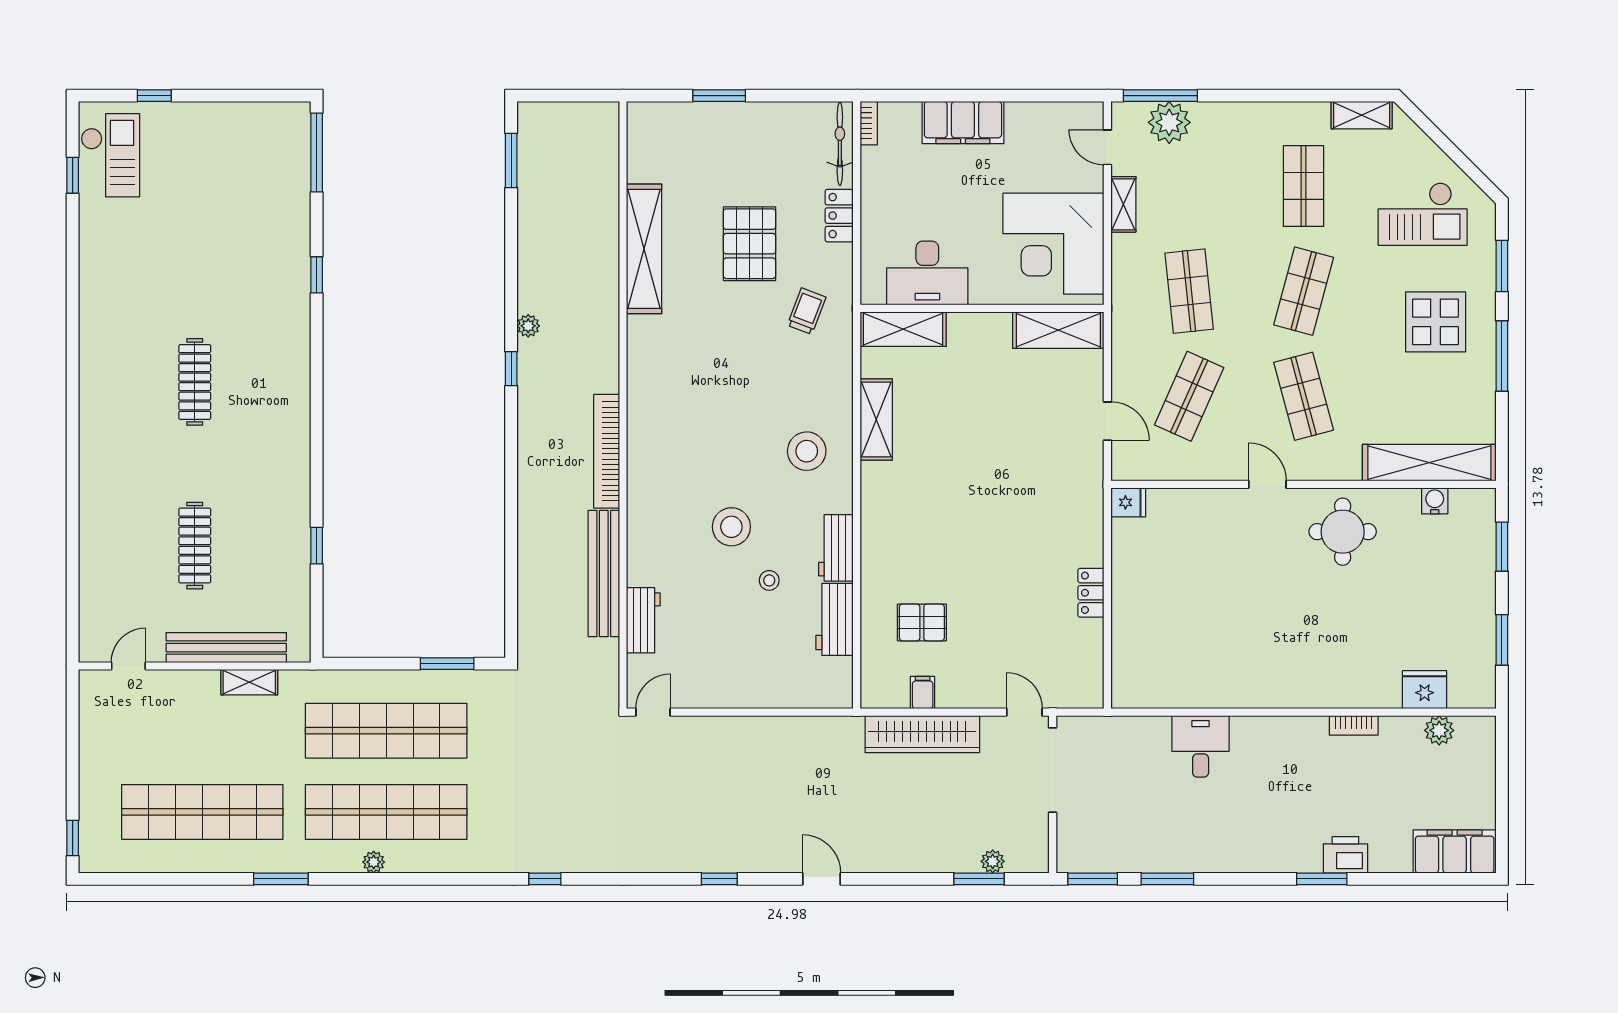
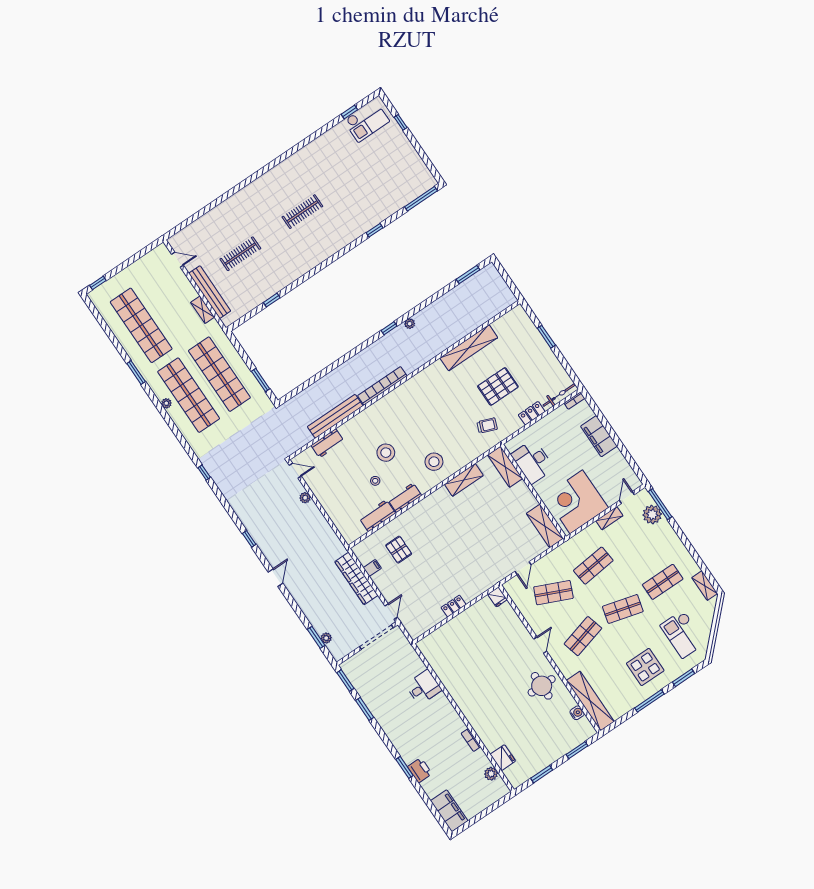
plant: (714, 728) -> (305, 498), added

